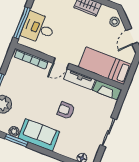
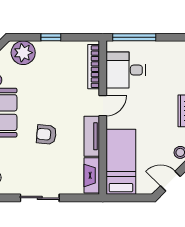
desk: (38, 28) -> (126, 70), moved, turned -90
door: (61, 63) -> (103, 106), swing flipped
armchair: (66, 110) -> (46, 134), turned -85

